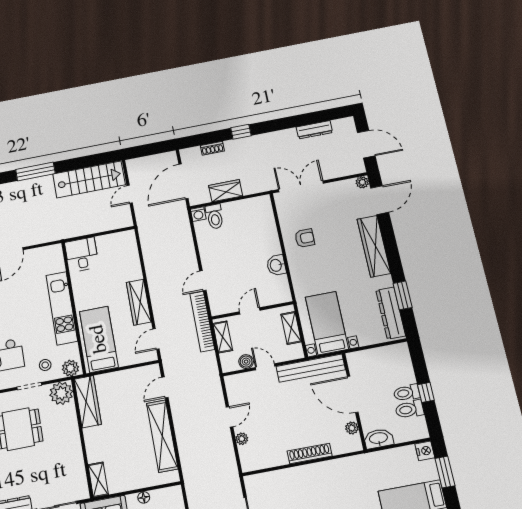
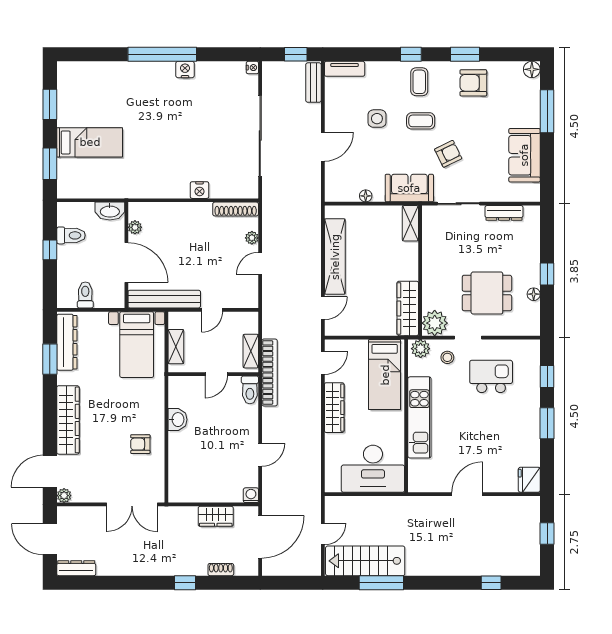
dresser: (314, 130) -> (76, 568), moved
window: (35, 172) -> (381, 583), moved
toilet: (215, 217) -> (250, 390), moved, turned 180
desk: (82, 255) -> (373, 469), width x1.87, depth x1.30
door: (203, 281) -> (260, 455), moved
boiler: (246, 362) -> (231, 319), removed
door: (265, 367) -> (212, 310), hinge flipped
toilet: (407, 393) -> (85, 295), moved, turned -90
nightstand: (425, 451) -> (200, 190), moved, turned -90
shoe rack: (310, 454) -> (236, 209), moved

